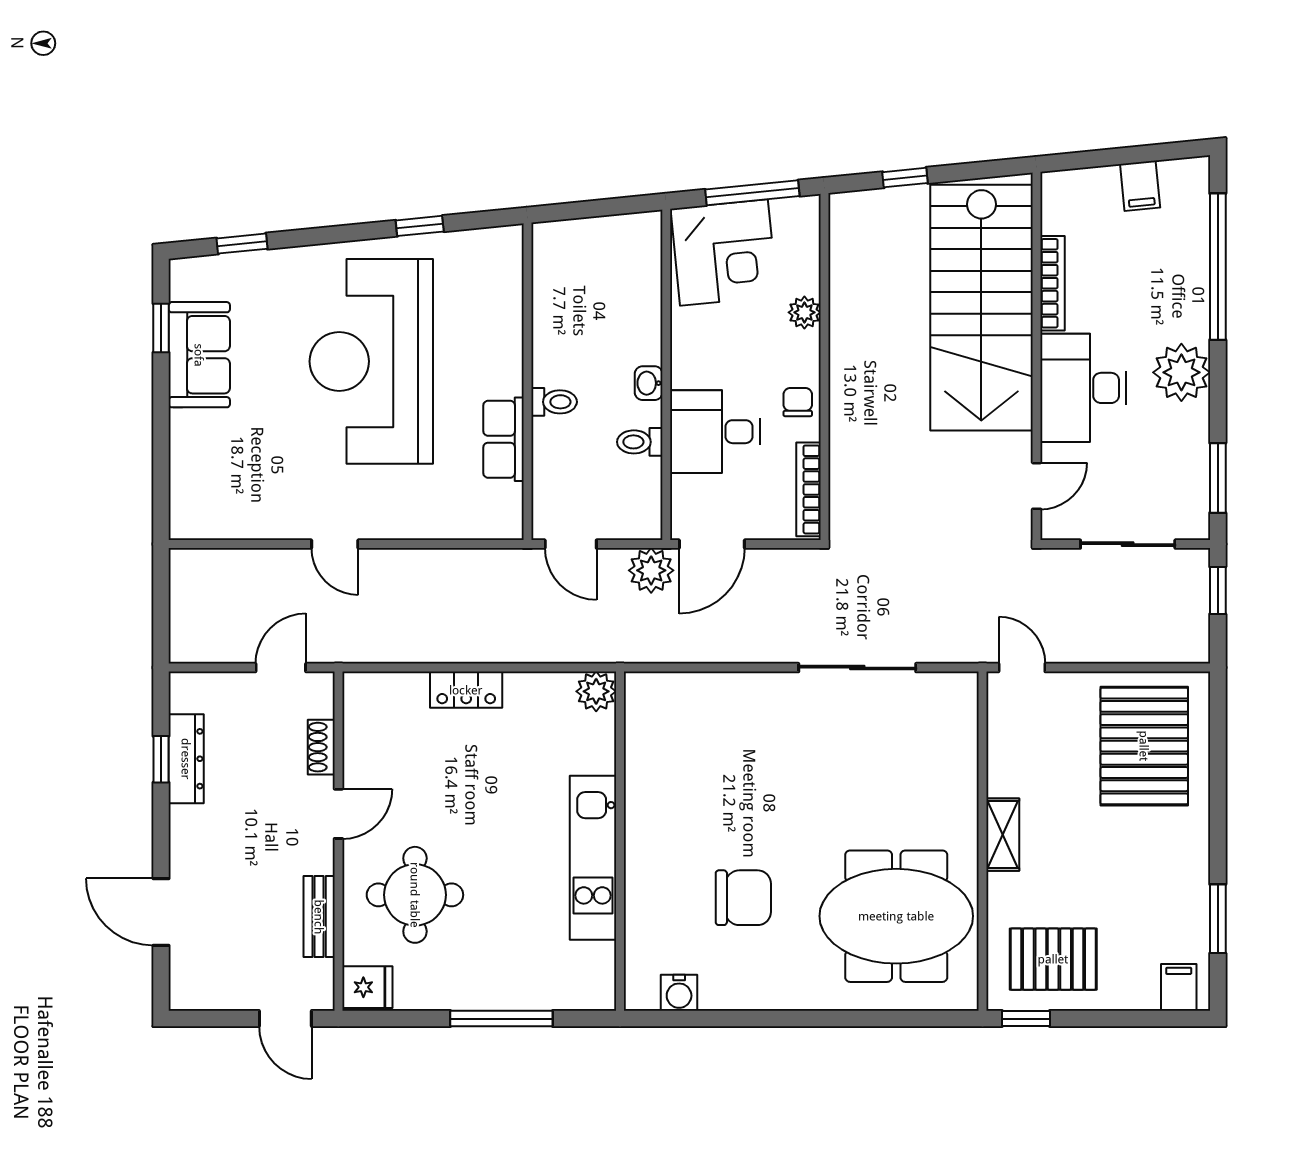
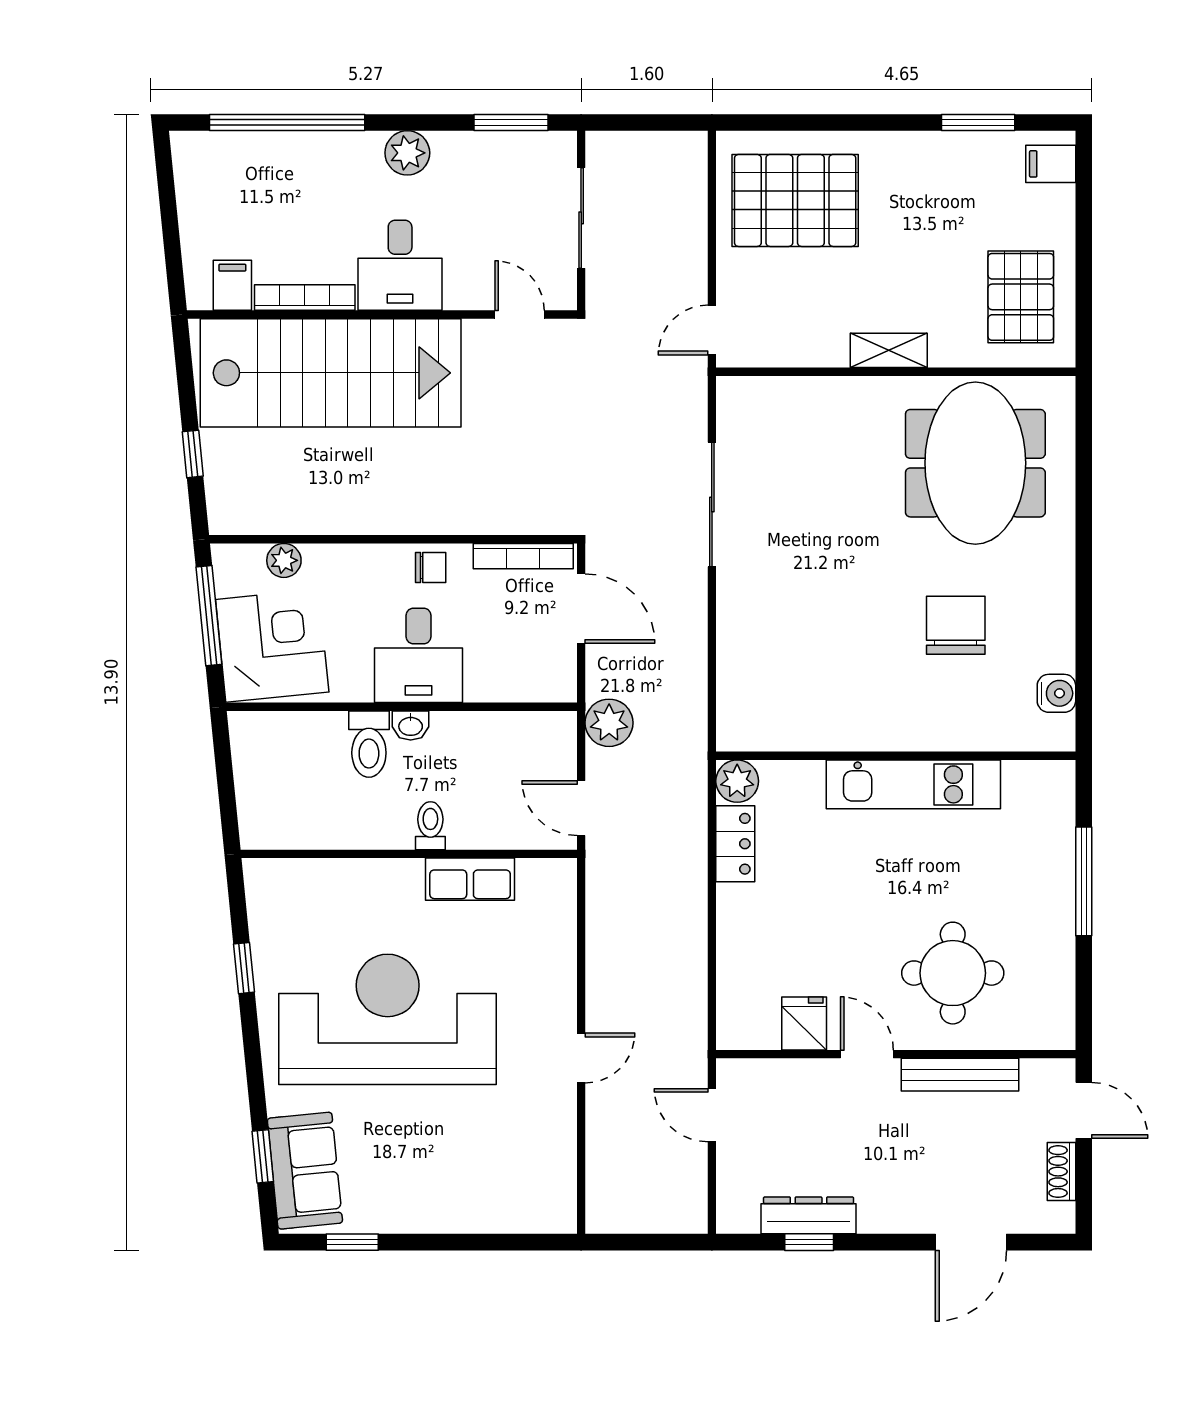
filing cabinet: (1140, 186) -> (232, 285), moved, turned -84
plant: (804, 312) -> (284, 560), moved
sofa: (199, 355) -> (305, 1171), moved, turned 84
reception desk: (371, 361) -> (388, 1019), turned 180
plant: (1181, 372) -> (407, 153), width x0.73, depth x0.73
desk: (1083, 388) -> (400, 265), width x0.73
chair: (798, 402) -> (431, 568), turned 180
desk: (715, 432) -> (419, 655), moved
toilet: (640, 442) -> (369, 744), moved, width x1.37, depth x1.39
door: (571, 544) -> (581, 808), swing flipped
door: (712, 544) -> (581, 609), moved
window: (1218, 590) -> (630, 122), removed
locker: (466, 690) -> (735, 844), moved
shoe rack: (321, 747) -> (1061, 1172), moved, turned 90
bench: (319, 917) -> (960, 1075), width x1.36
fridge: (367, 987) -> (804, 1023), moved
door: (285, 1019) -> (1084, 1110), hinge flipped
window: (1026, 1019) -> (1084, 326), removed

